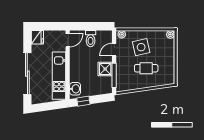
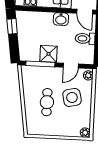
door: (114, 50) -> (71, 66), swing flipped
washbasin: (75, 89) -> (61, 19), moved

